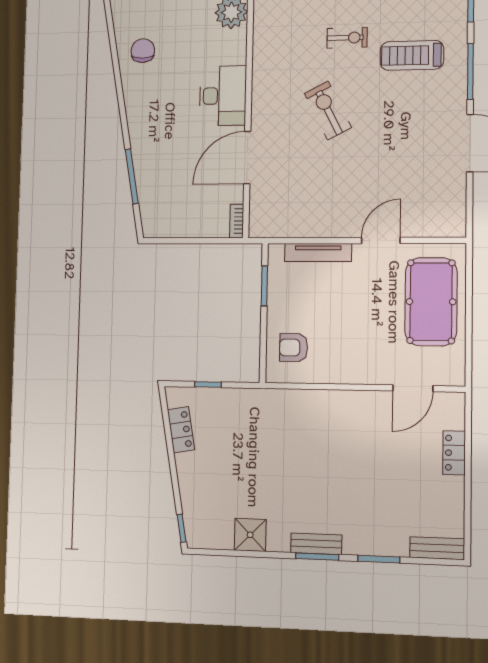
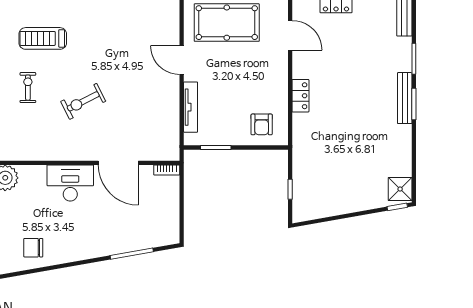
treadmill: (412, 55) -> (43, 38), turned 90
locker: (181, 430) -> (300, 96), moved, turned 100
shower: (250, 535) -> (400, 189), moved
bench: (316, 544) -> (405, 98), width x1.36

